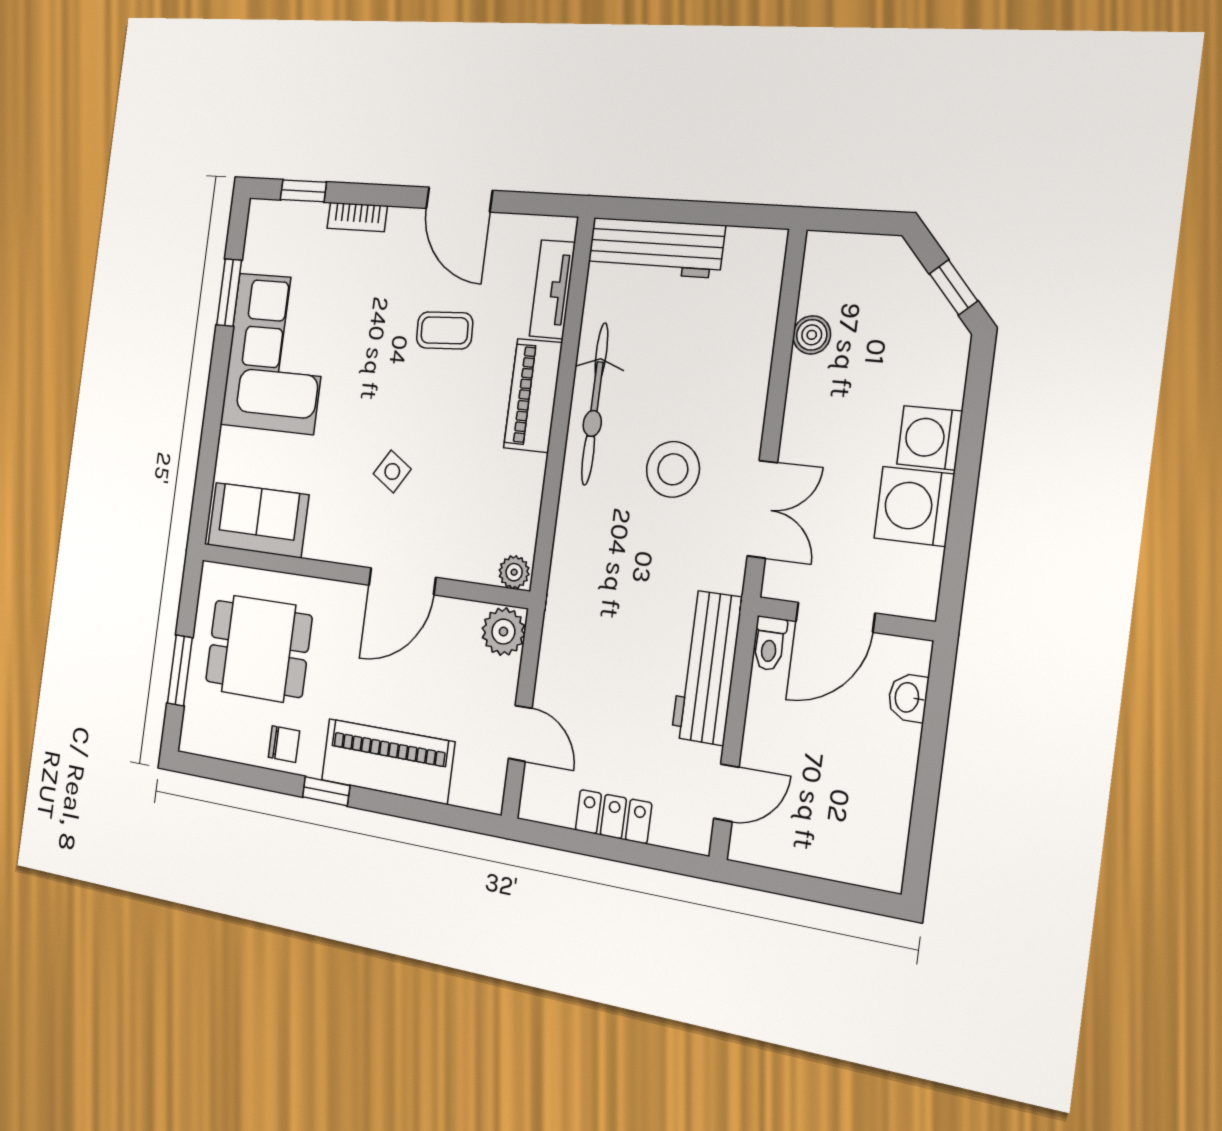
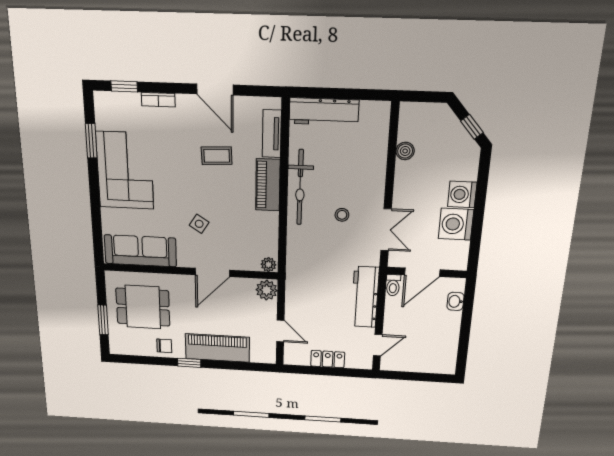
stool: (673, 469) -> (342, 215), width x0.53, depth x0.53
sofa: (258, 520) -> (140, 251), width x1.36

